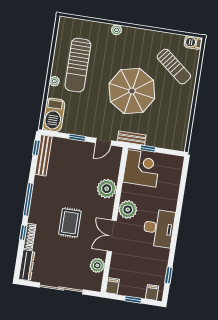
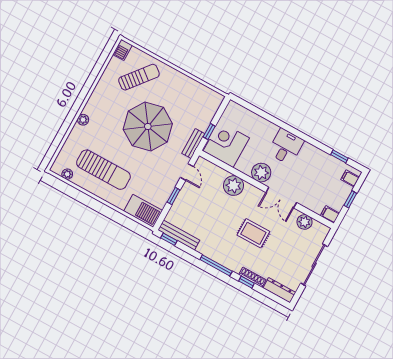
plant: (54, 81) -> (67, 174), moved
desk: (159, 228) -> (286, 147), width x0.73

